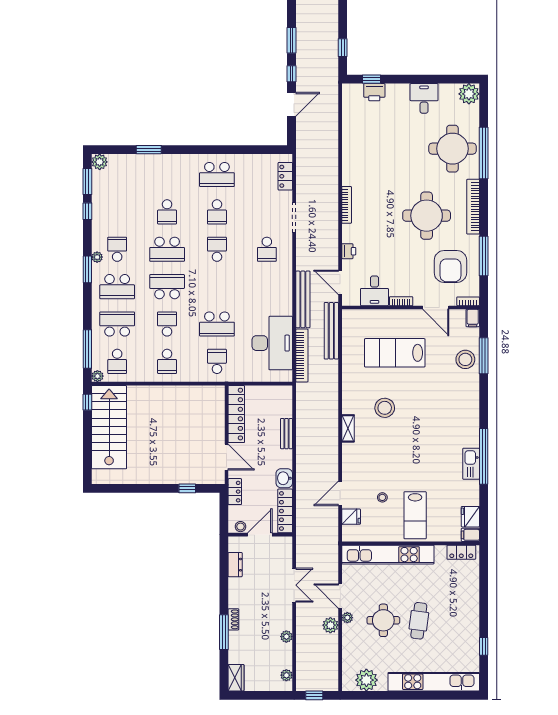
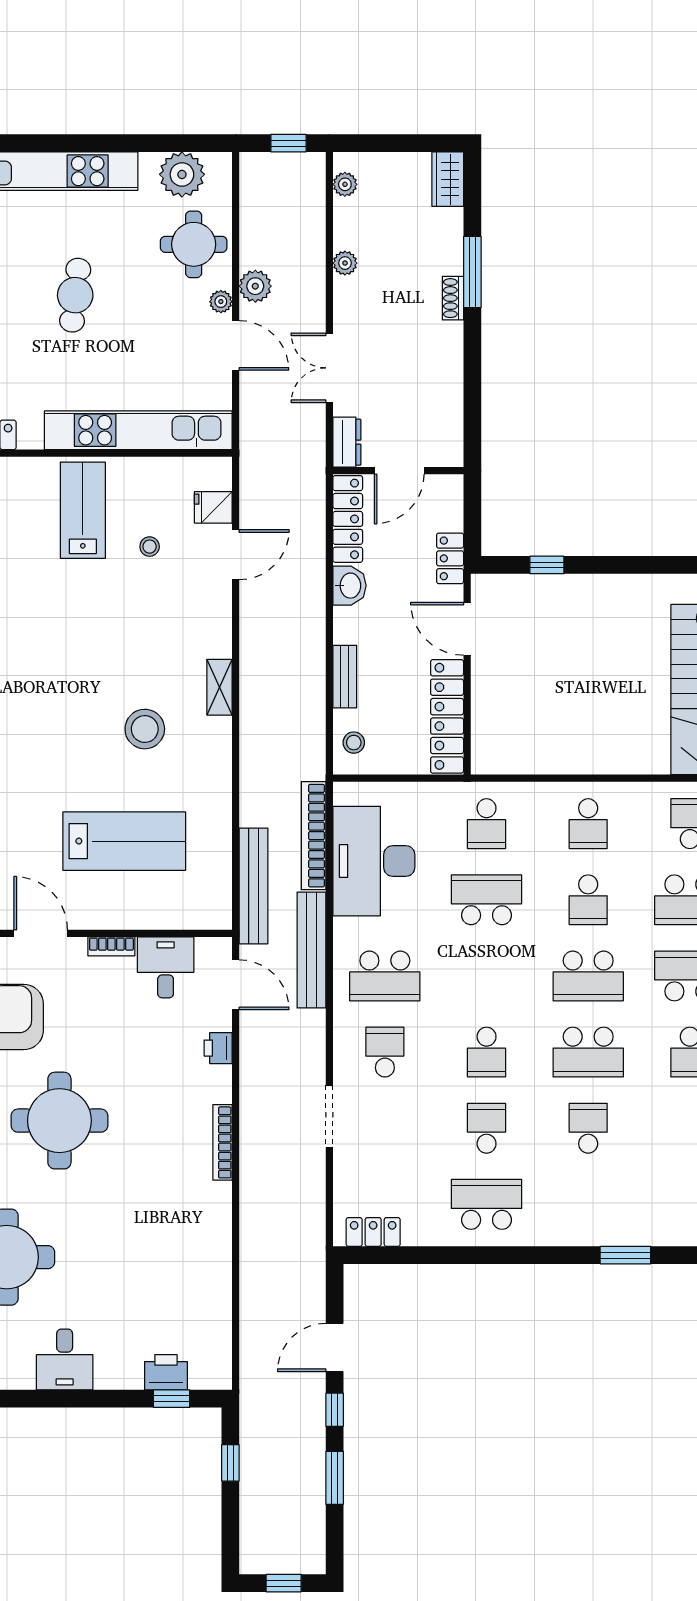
locker: (285, 176) -> (373, 1232), moved, turned -90
school desk: (167, 249) -> (588, 1052), turned 180
school desk: (267, 287) -> (385, 976), added
school desk: (167, 361) -> (588, 824), turned 180
stool: (241, 527) -> (354, 743), moved
dresser: (235, 565) -> (347, 442), moved, turned 180
round table: (383, 620) -> (194, 244), moved

